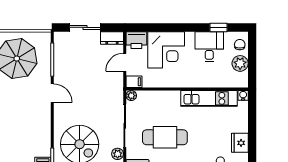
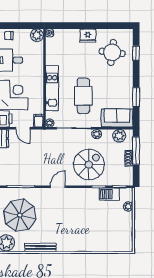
plant: (240, 63) -> (37, 35), moved
door: (52, 93) -> (58, 187), moved
kitchen unit: (209, 98) -> (52, 88), moved

